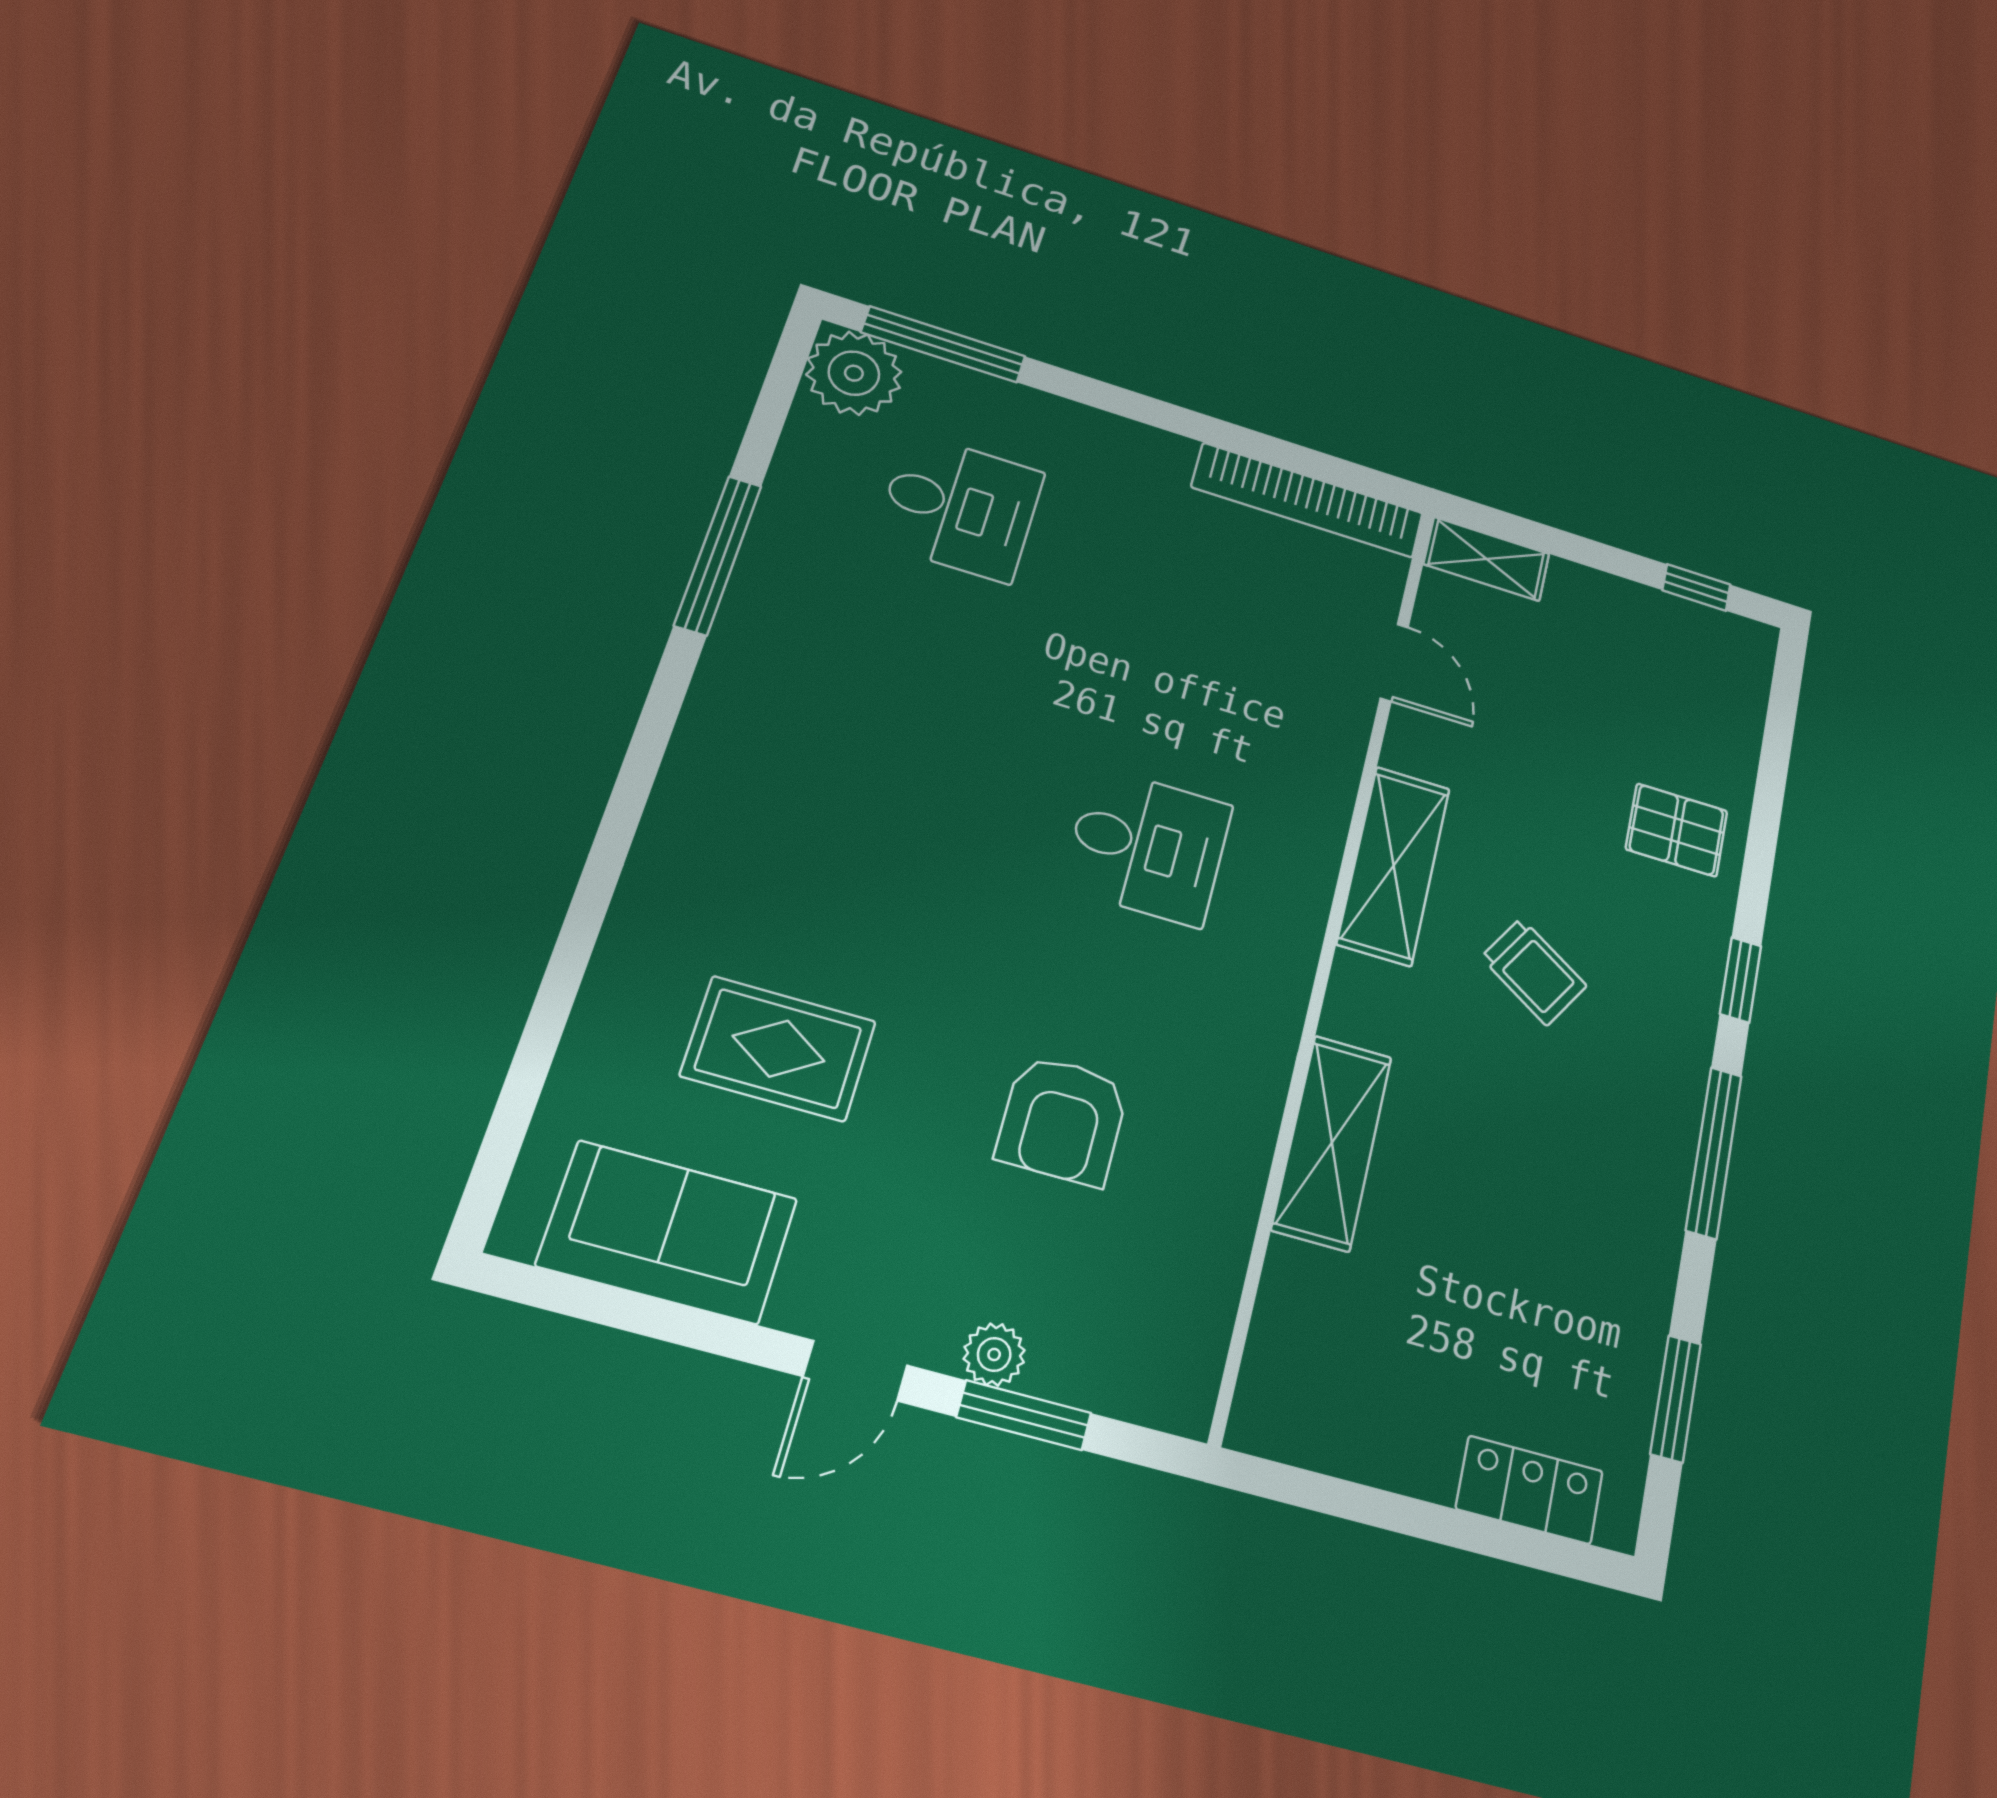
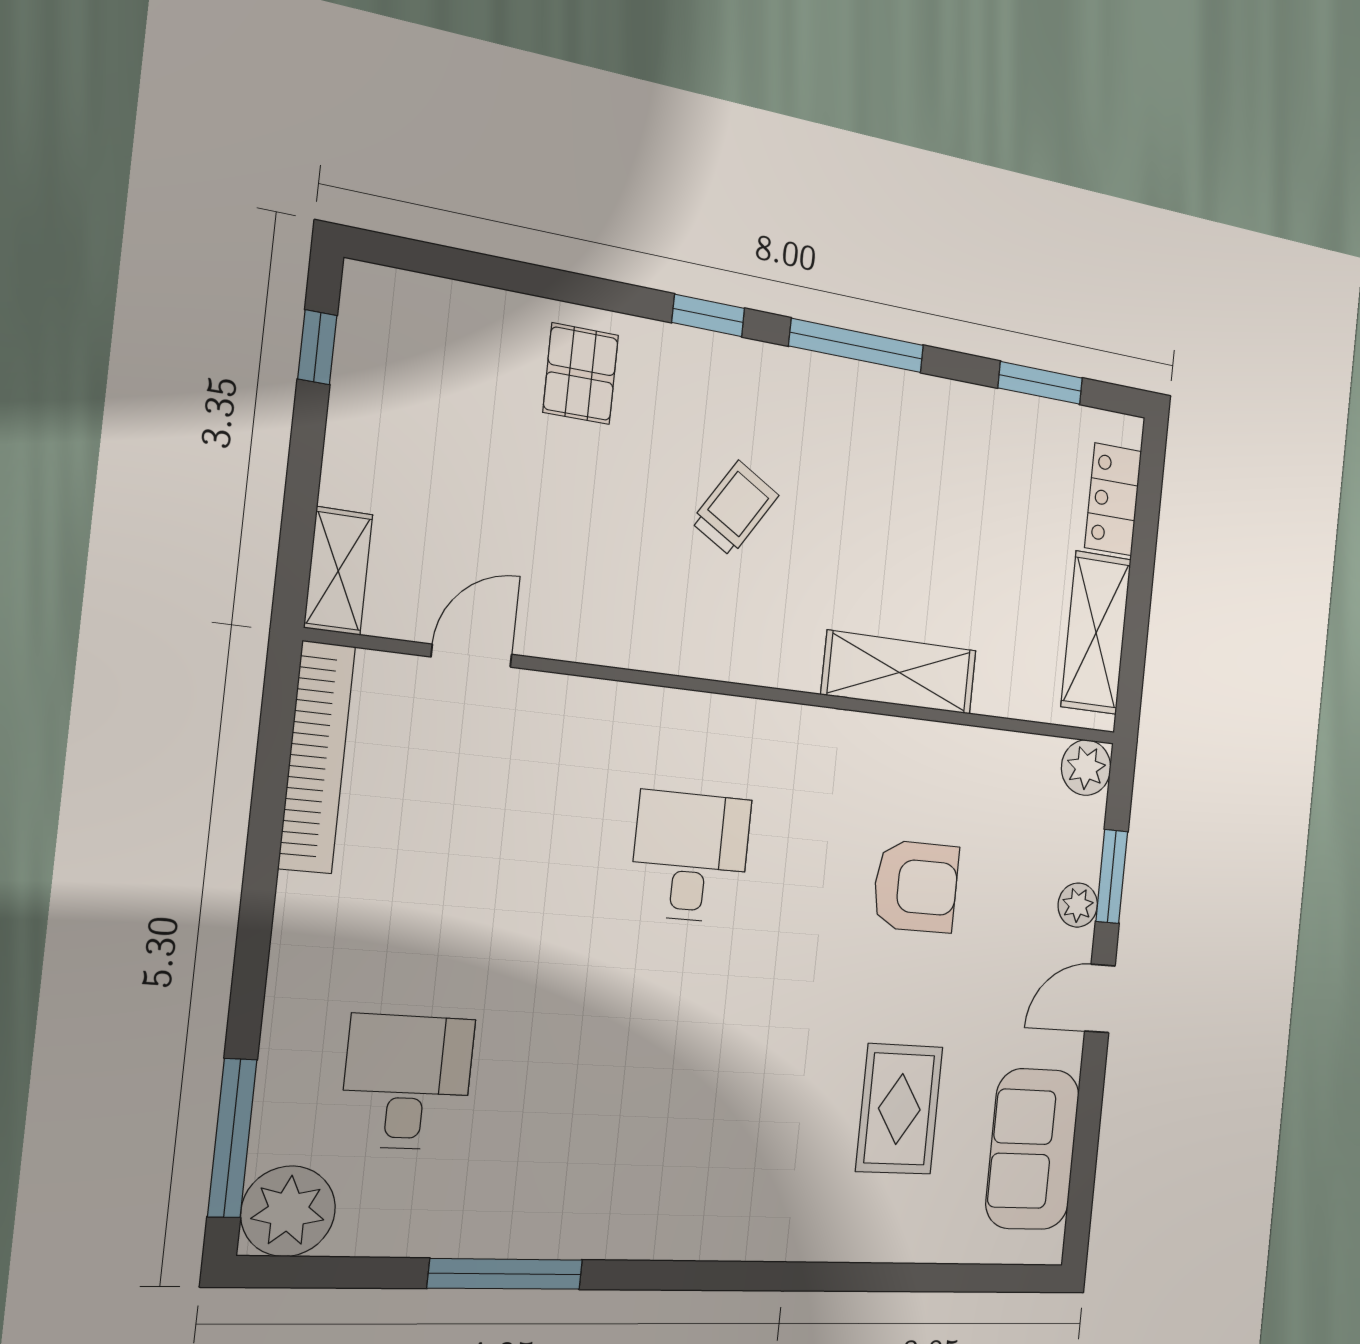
shelving: (1394, 866) -> (1096, 633), moved, turned 90
door: (855, 1371) -> (1100, 998), swing flipped
plant: (1180, 1395) -> (1086, 768), added

